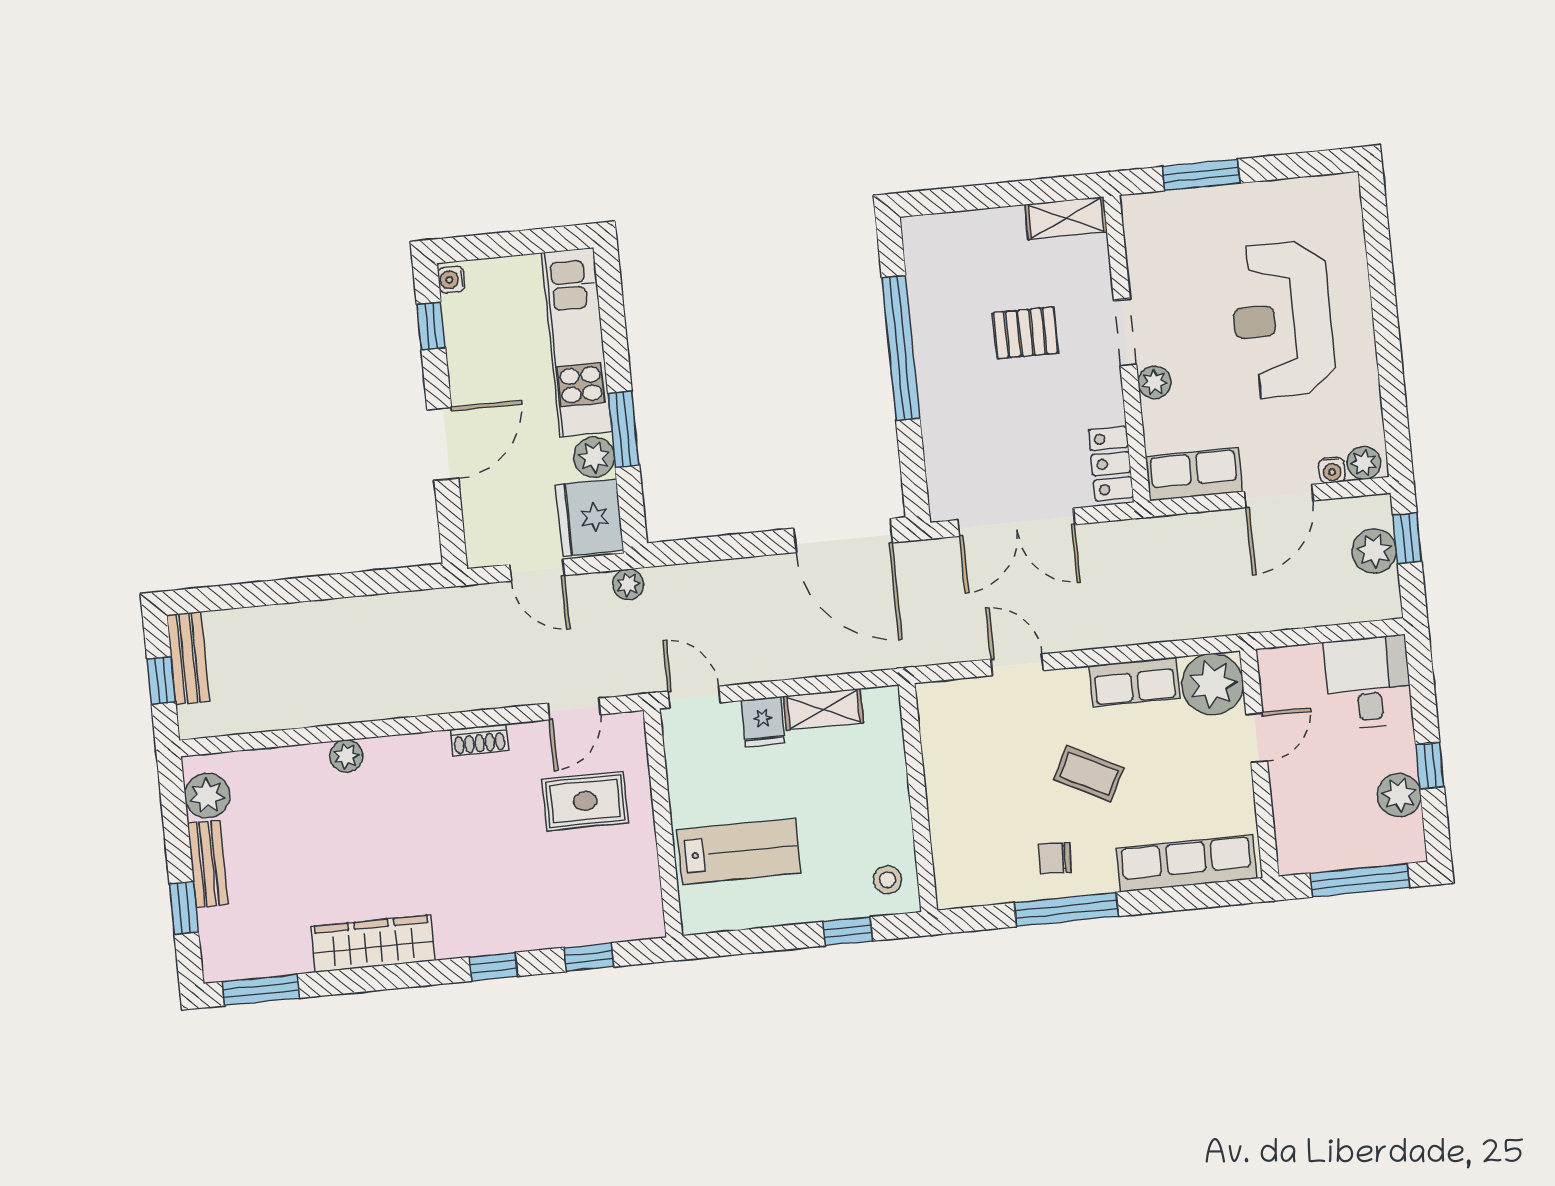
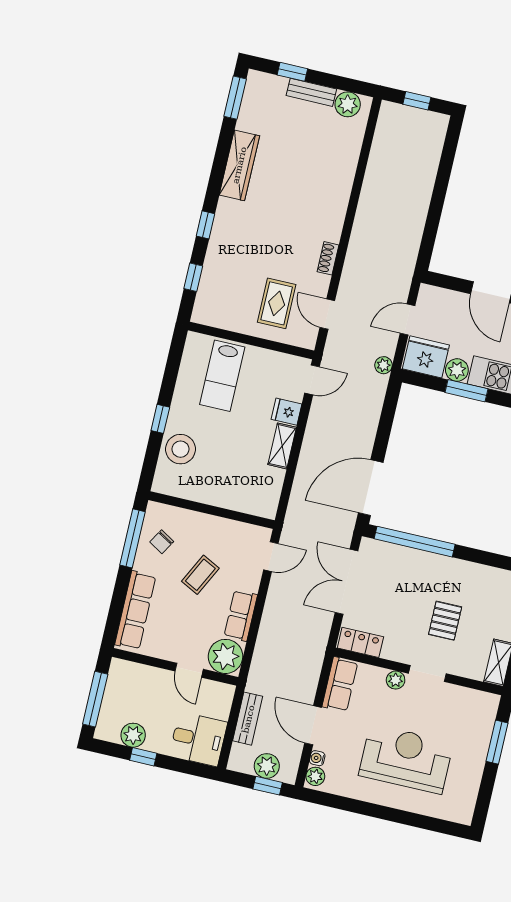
window: (901, 348) -> (415, 542), moved
bench: (188, 658) -> (248, 719), moved, turned 90
plant: (346, 756) -> (343, 185), removed
wall: (918, 798) -> (212, 510), moved
chair: (1055, 858) -> (162, 542), turned -152
stool: (887, 880) -> (181, 449), width x1.89, depth x1.89

